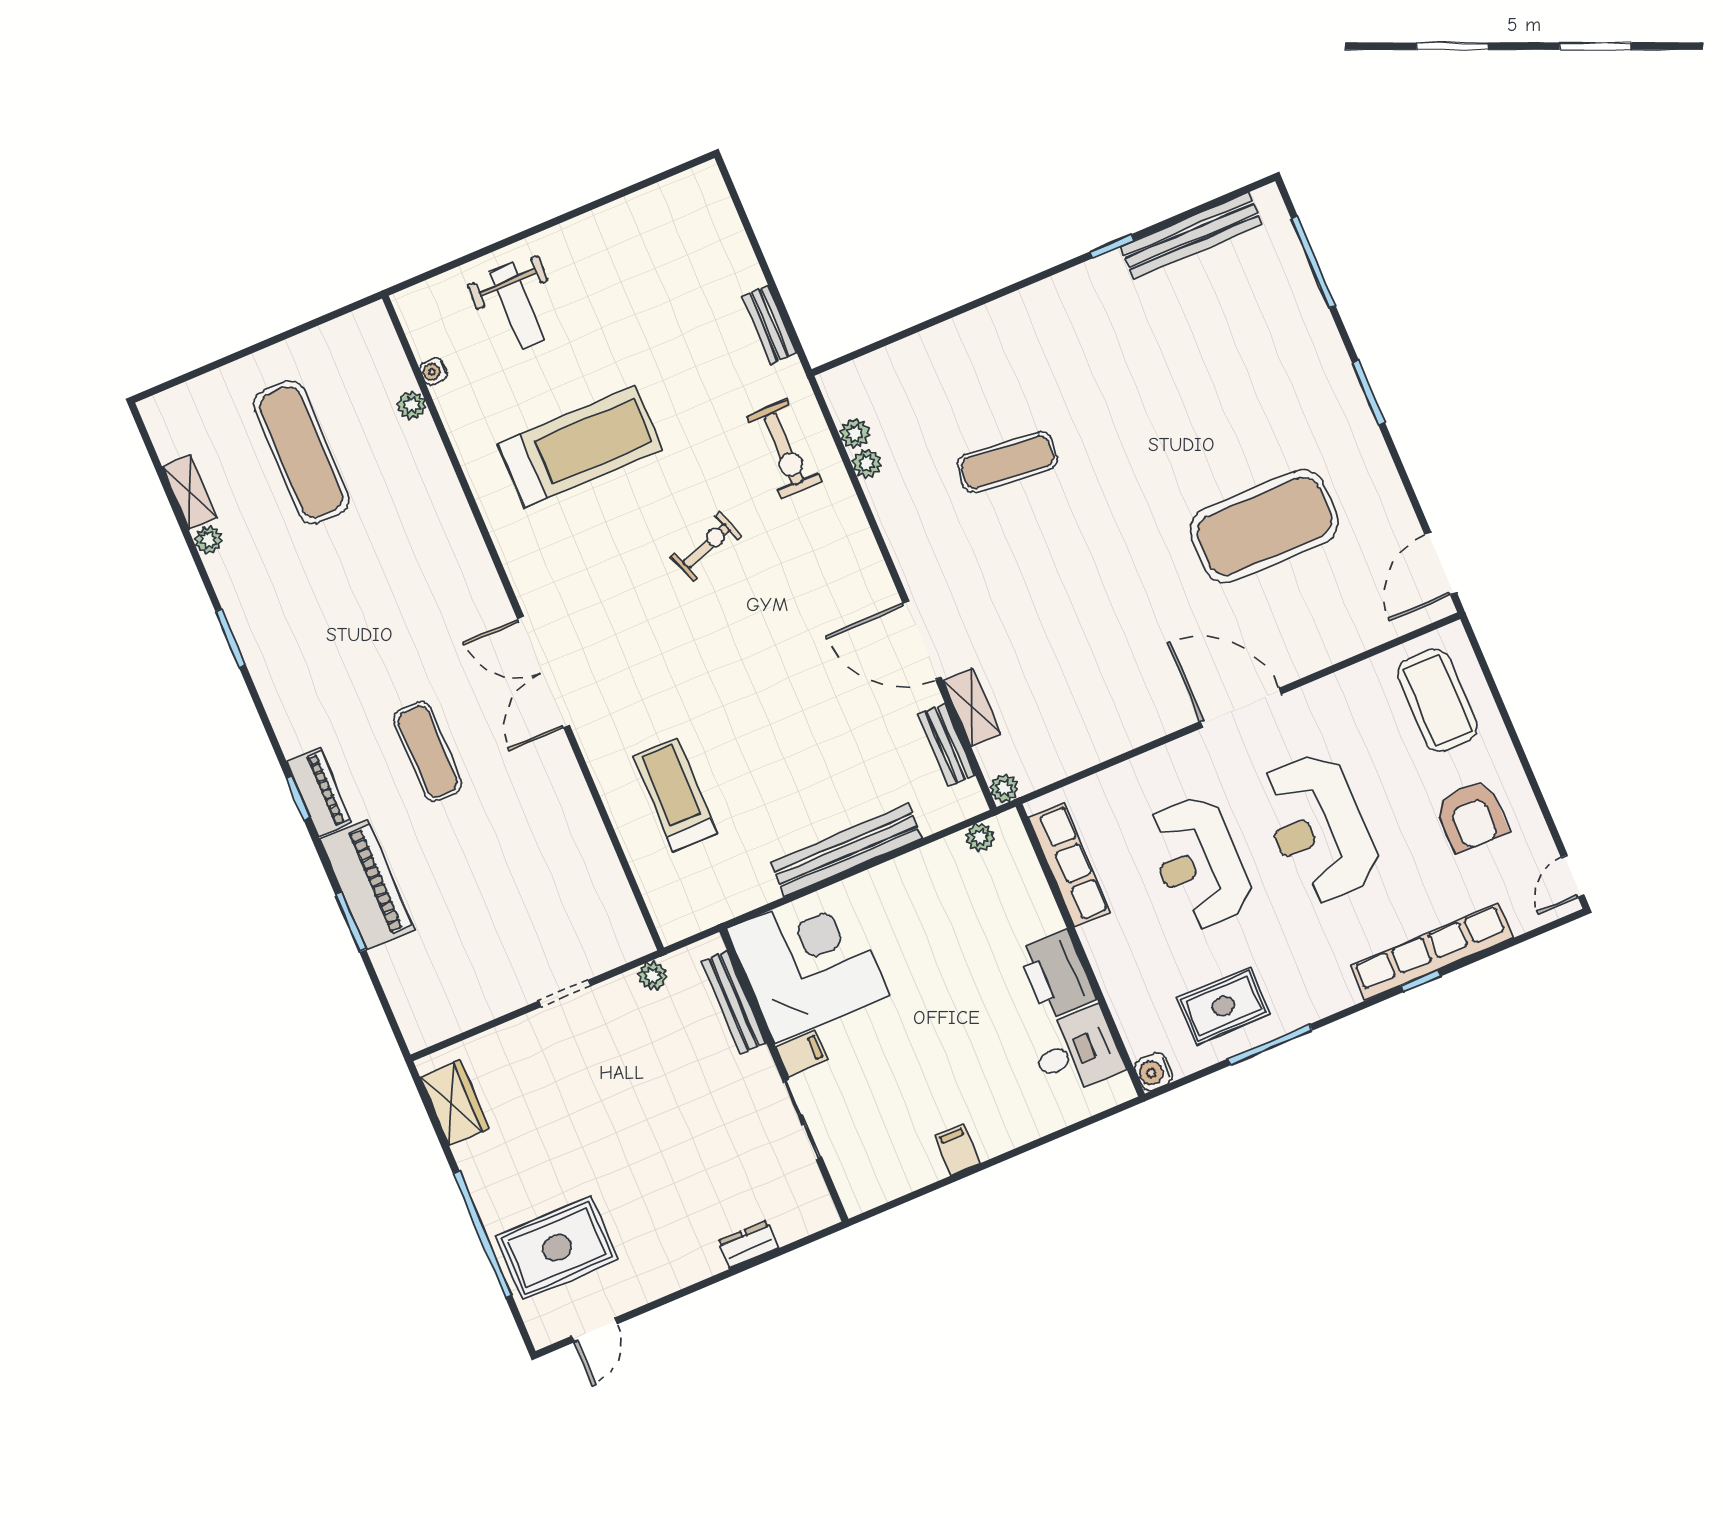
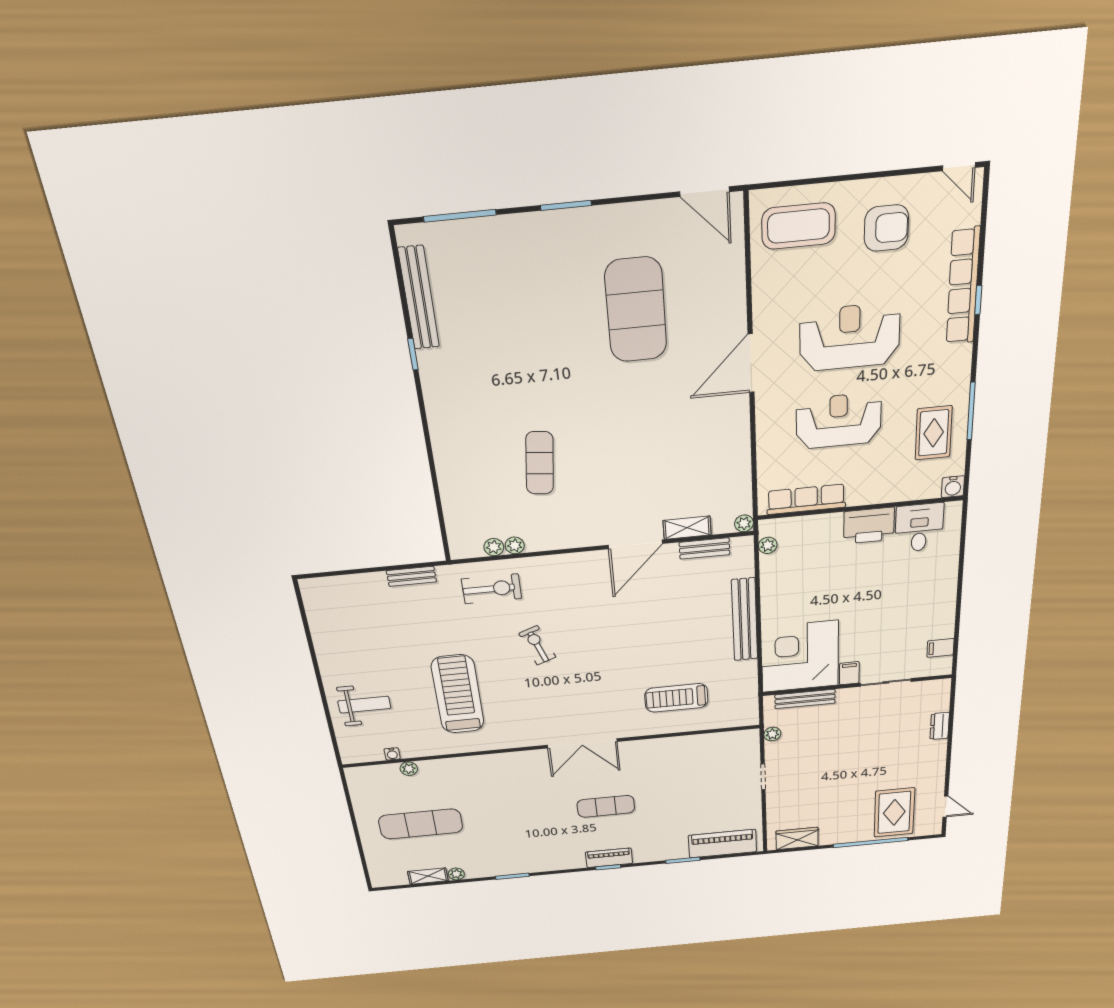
reception desk: (1318, 828) -> (850, 337), turned 180
reception desk: (1199, 863) -> (839, 421), turned 180
piano: (367, 885) -> (722, 844), moved
filing cabinet: (958, 1149) -> (940, 648), moved

